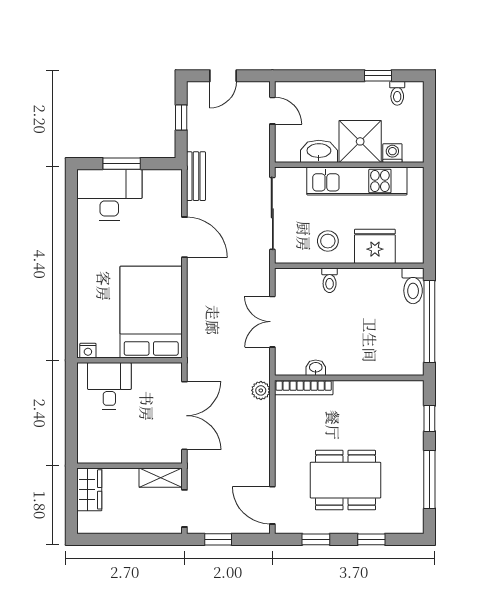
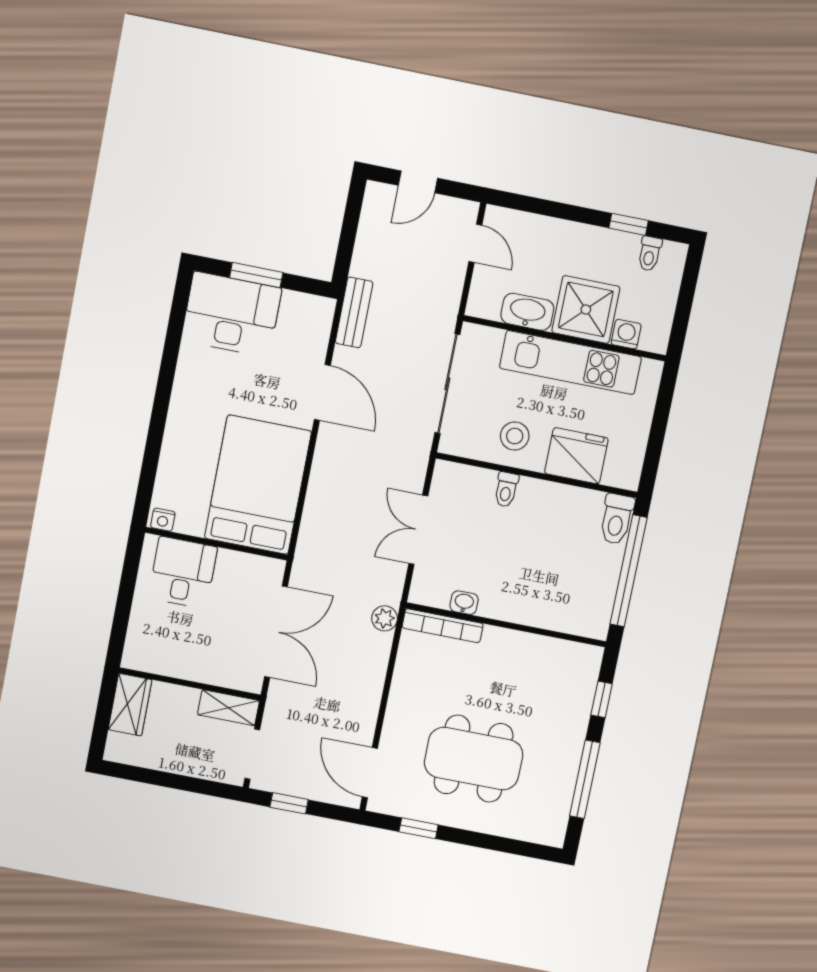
window: (181, 118) -> (349, 228), removed
window: (371, 539) -> (492, 842), removed

